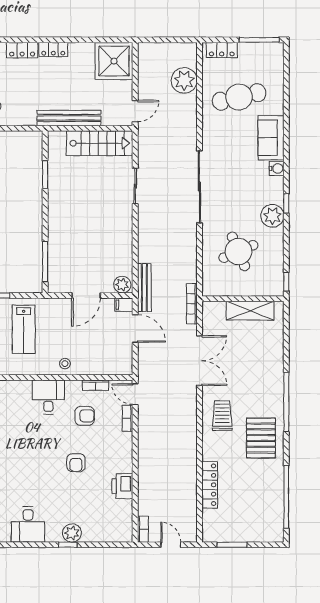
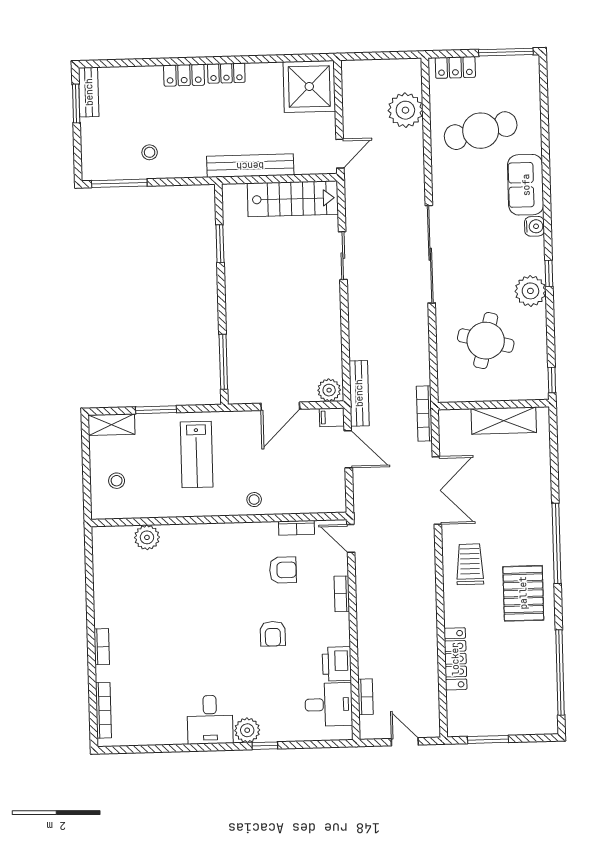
round table: (238, 251) -> (486, 341), turned 37
desk: (48, 397) -> (329, 705), moved, turned 90
bookcase: (128, 418) -> (342, 594), moved
bookcase: (143, 529) -> (366, 697), moved
plant: (72, 533) -> (247, 730), moved

